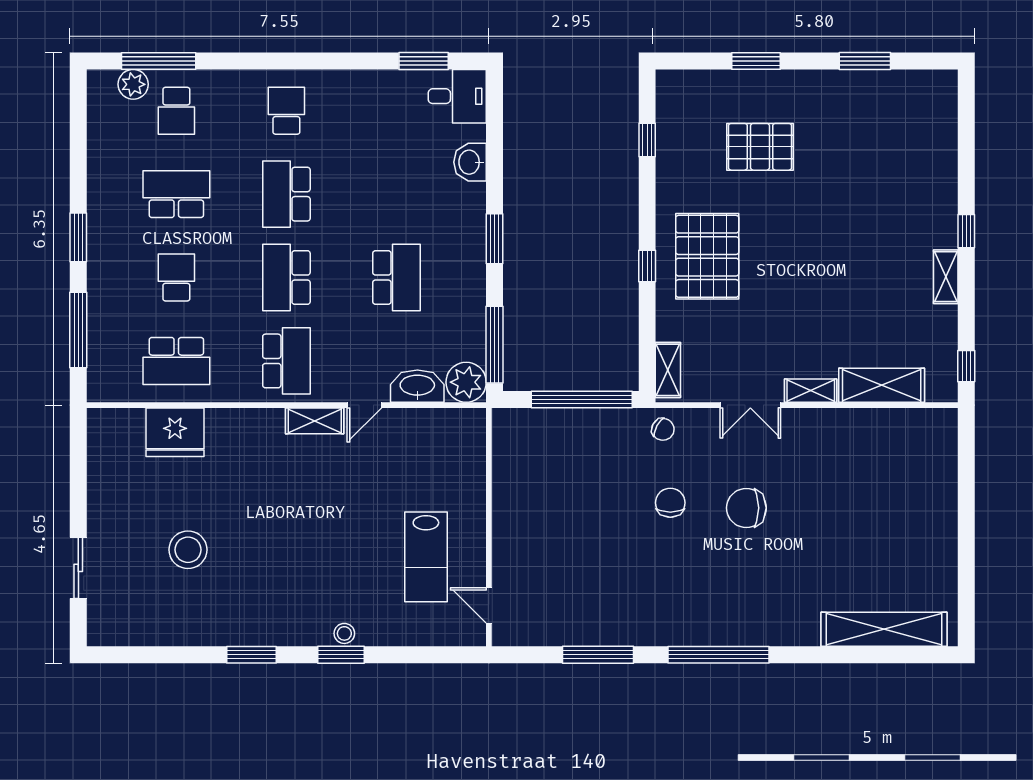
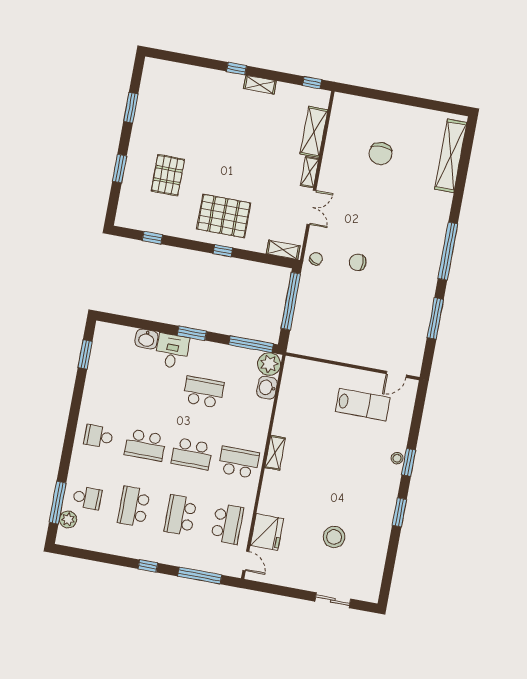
desk: (457, 96) -> (172, 351), moved
window: (78, 237) -> (148, 566), width x0.67
school desk: (176, 278) -> (181, 515), width x1.85
washbasin: (417, 386) -> (267, 388), width x0.72
door: (364, 405) -> (246, 561), moved
chair: (746, 508) -> (381, 154), moved

